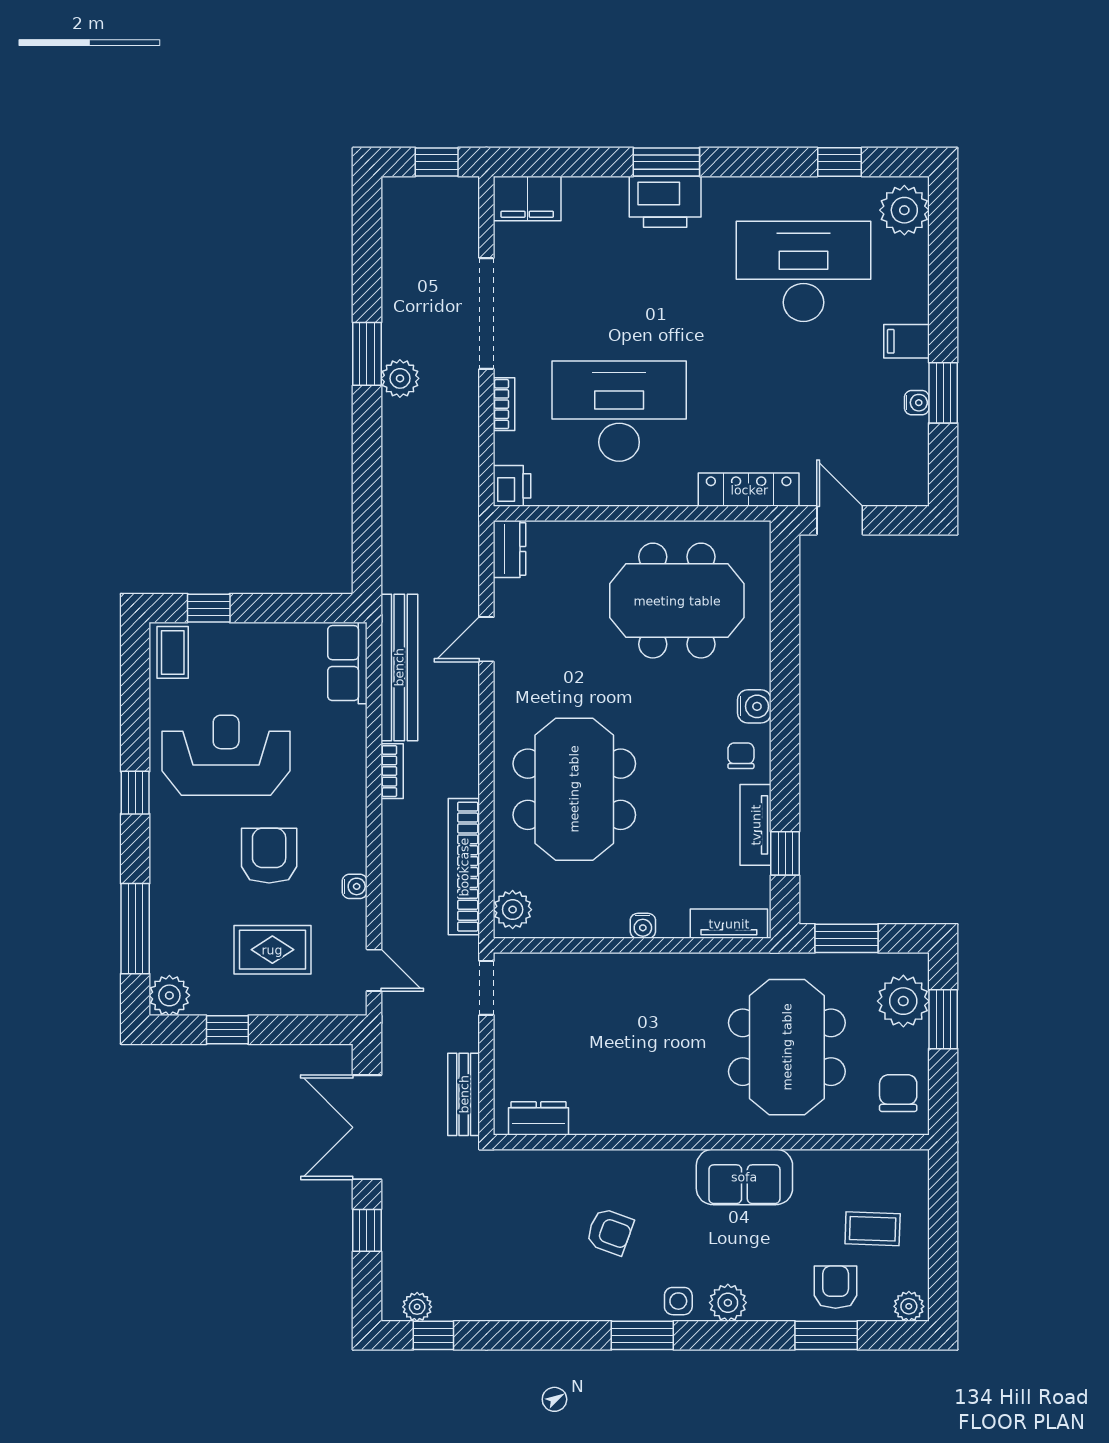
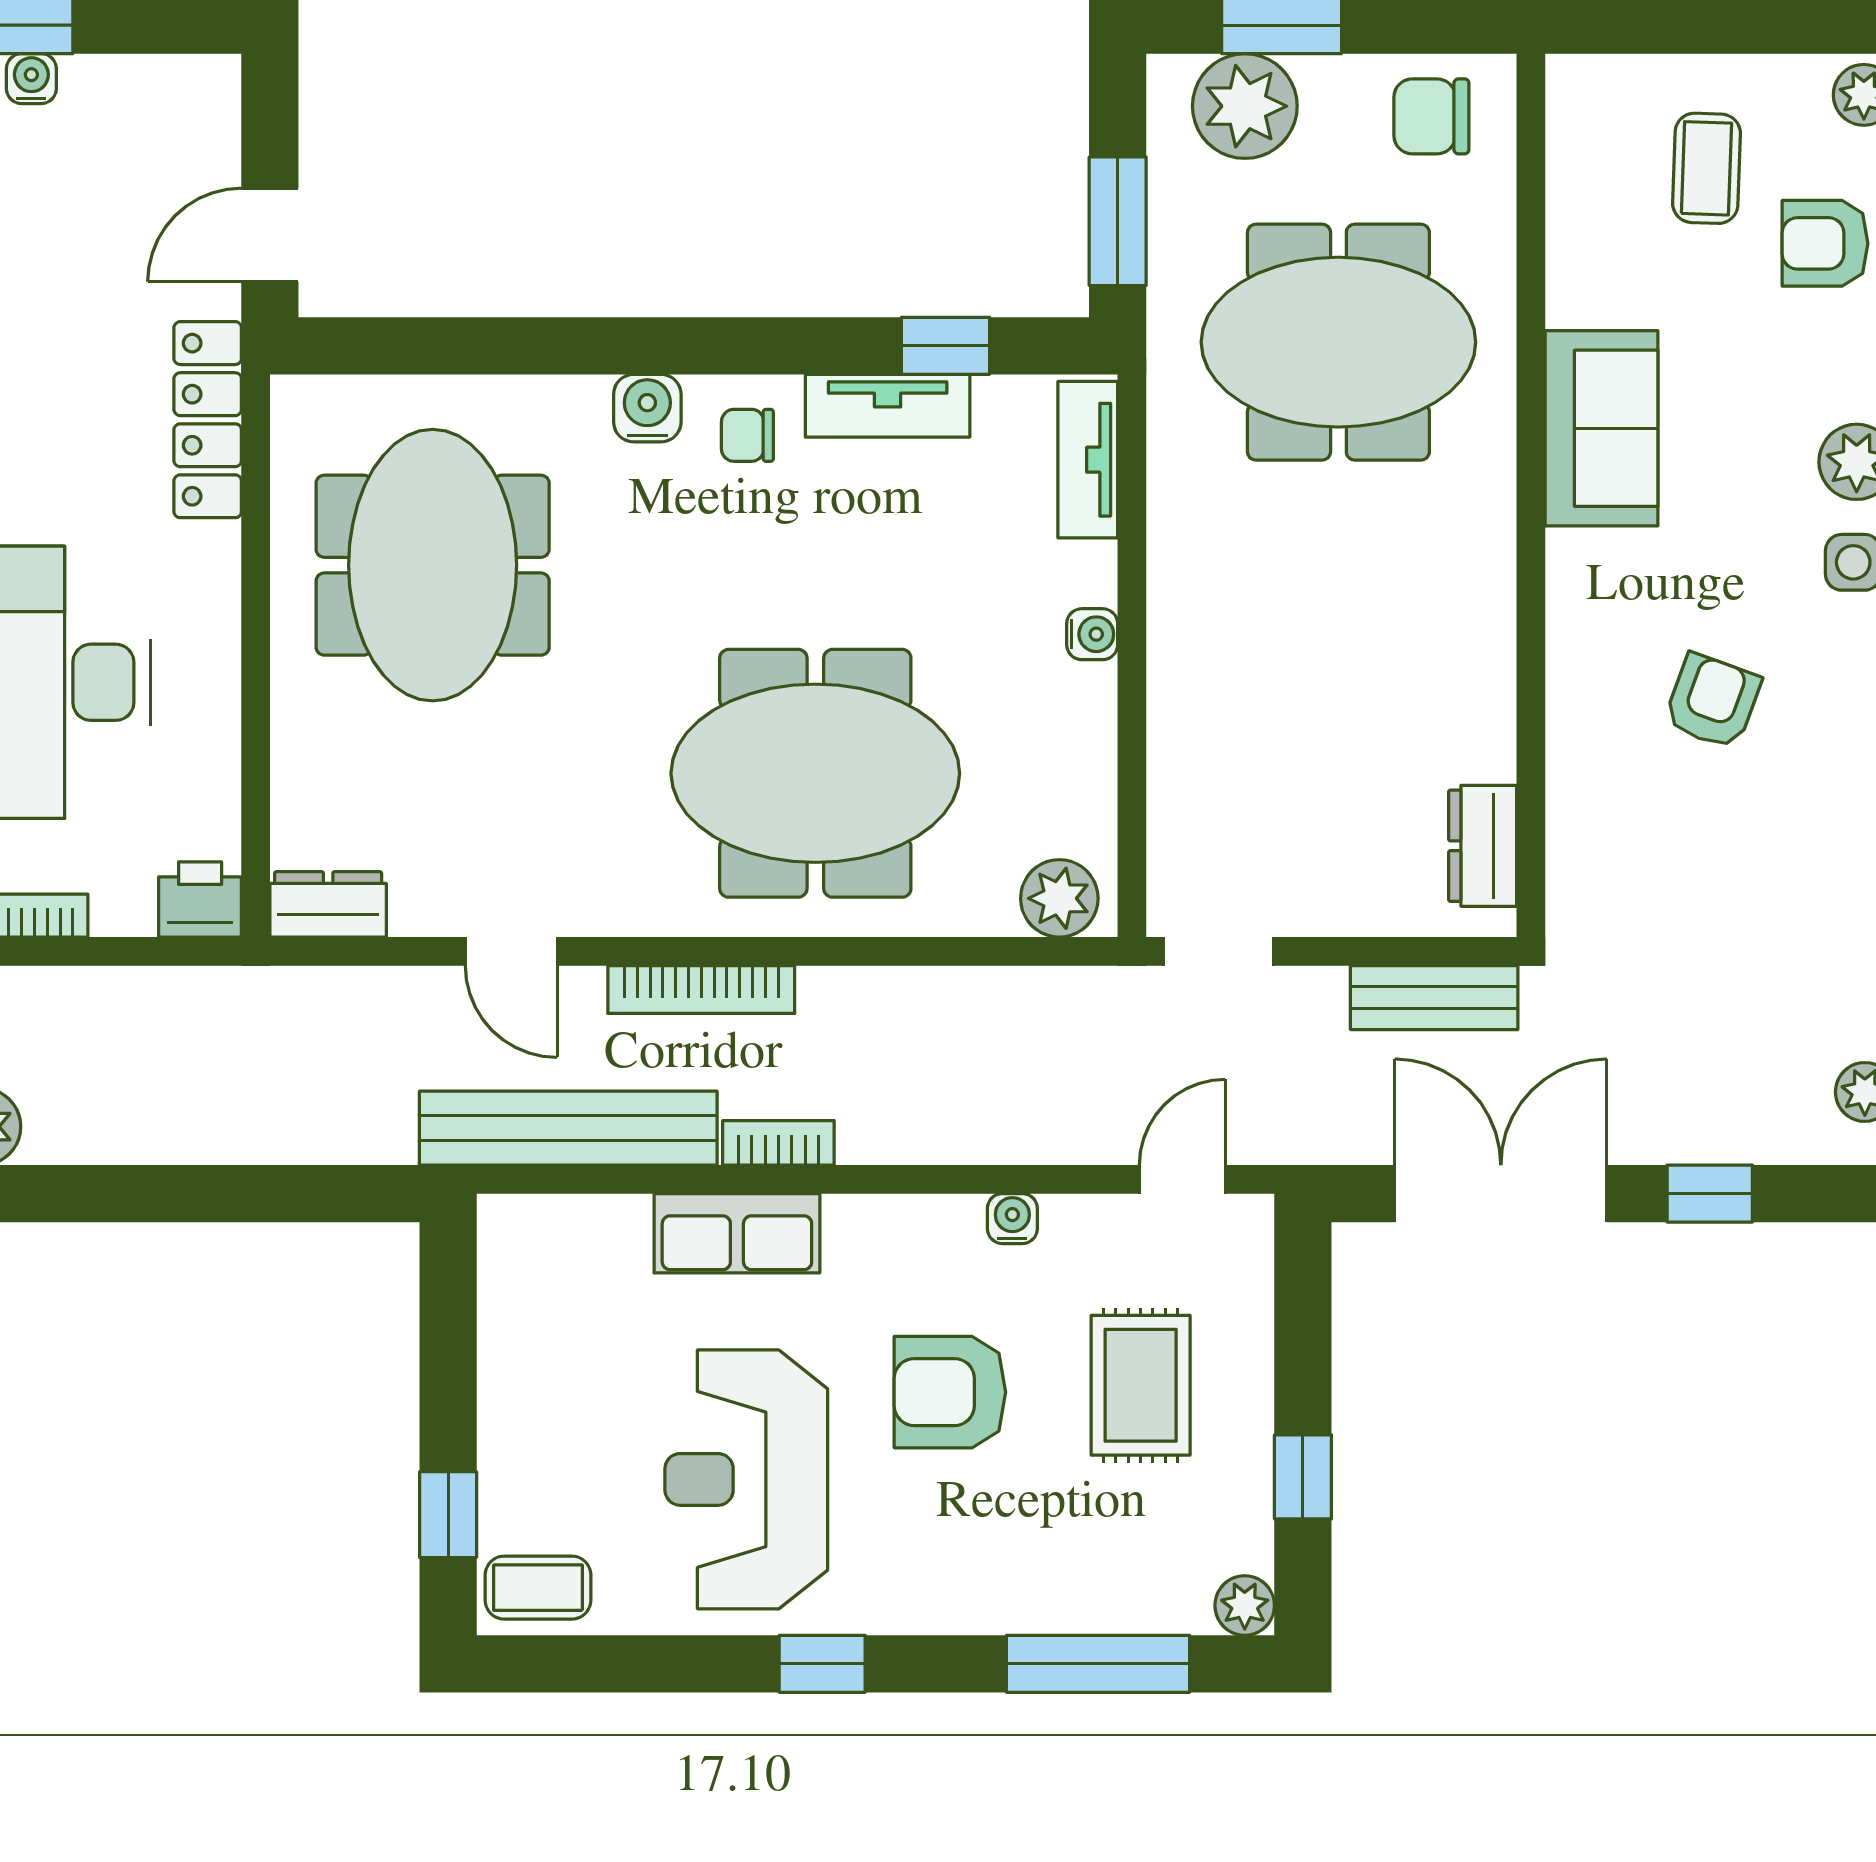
row of seats: (347, 663) -> (737, 1233), moved
bookcase: (464, 867) -> (701, 990), moved, width x0.68, depth x0.76
plant: (169, 995) -> (1245, 1606), width x0.73, depth x0.73
double door: (367, 1127) -> (1501, 1194), swing flipped

